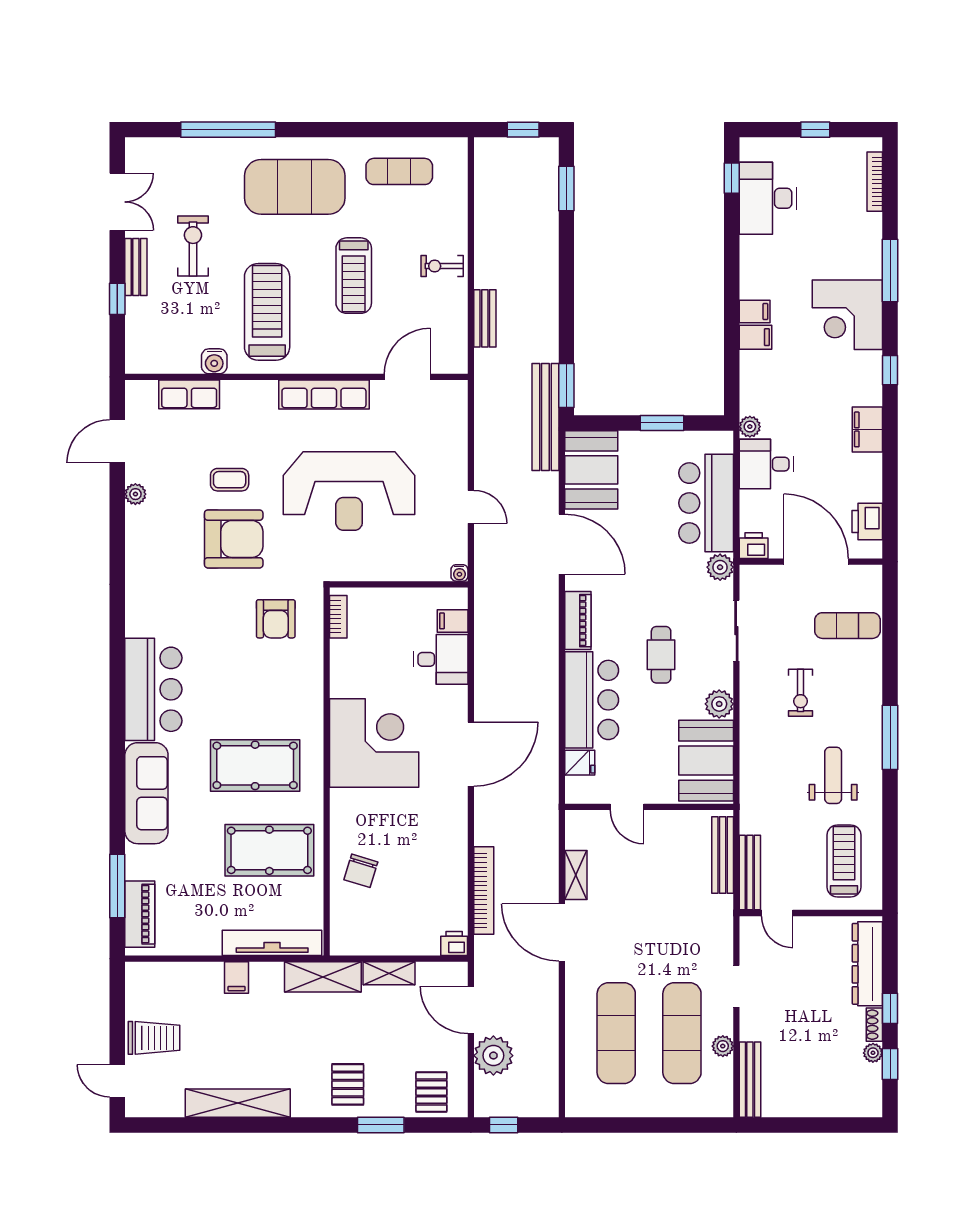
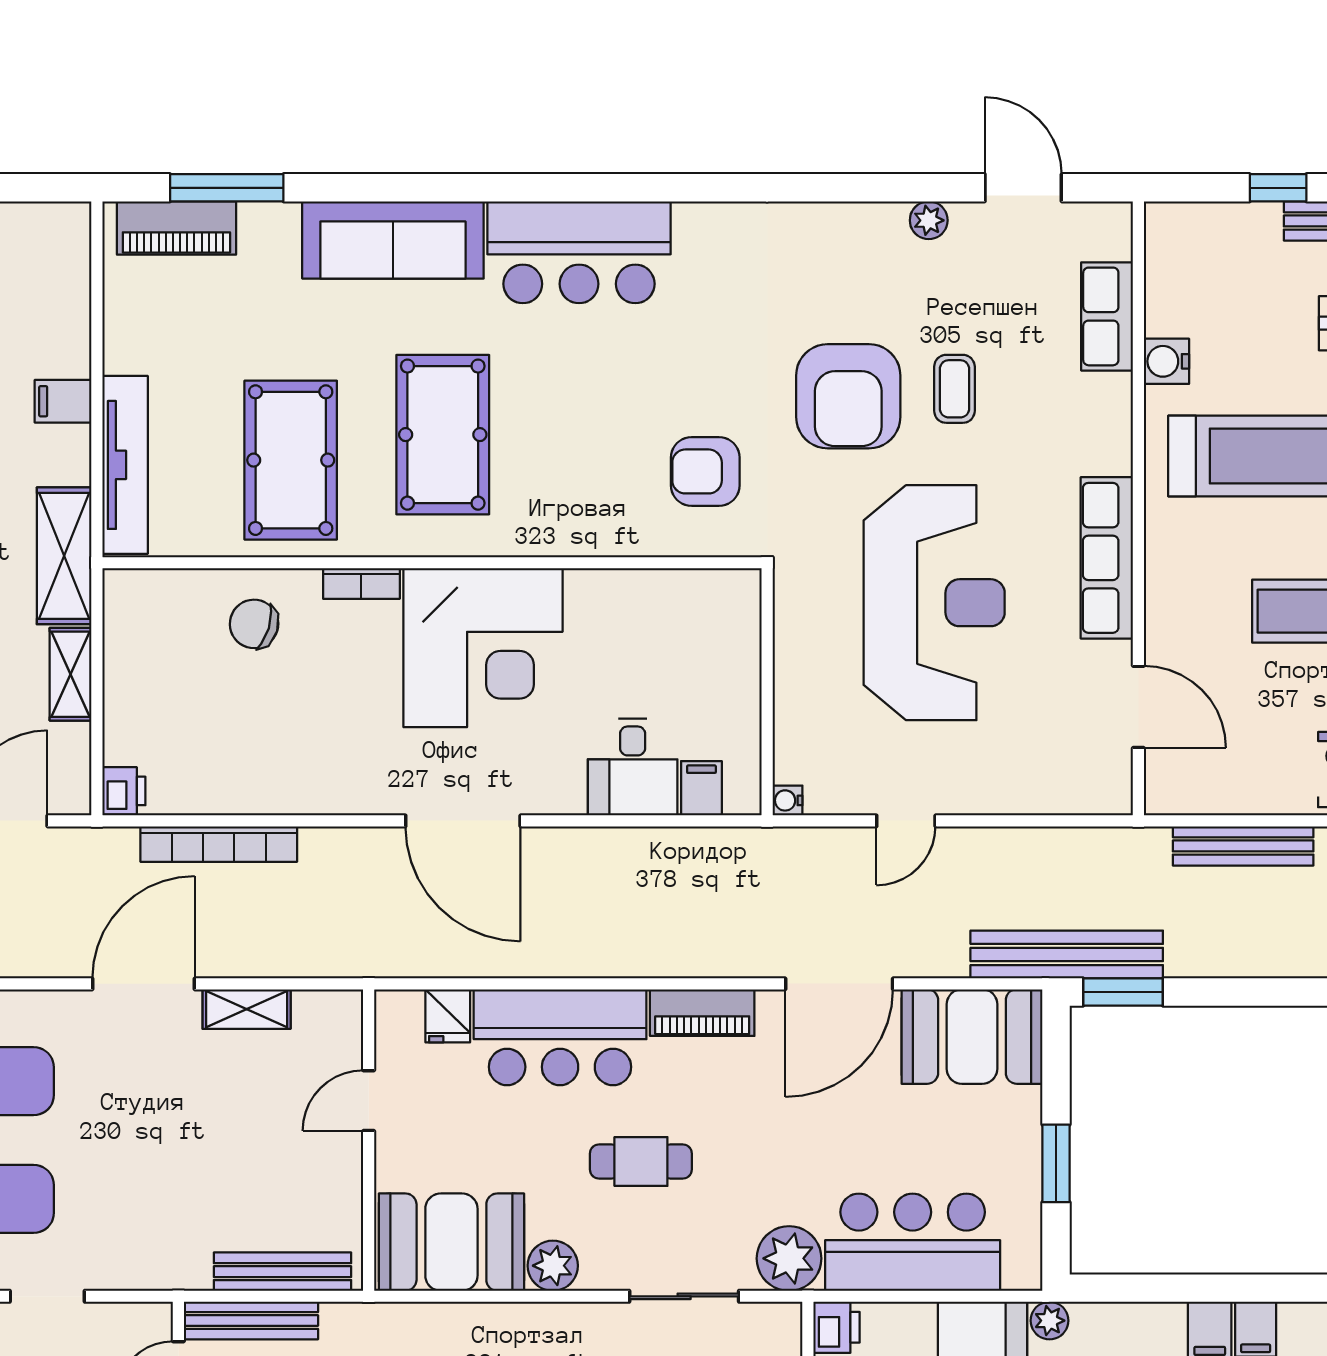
bench: (485, 318) -> (1243, 846), width x1.36
reception desk: (349, 491) -> (934, 603), turned 180
plant: (720, 567) -> (789, 1258), width x1.36, depth x1.36
bookcase: (338, 617) -> (361, 584), moved

